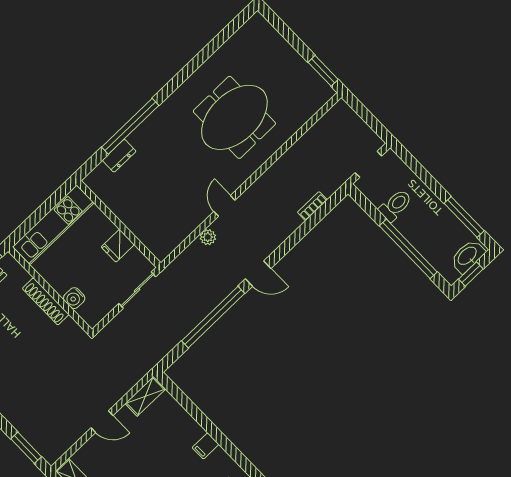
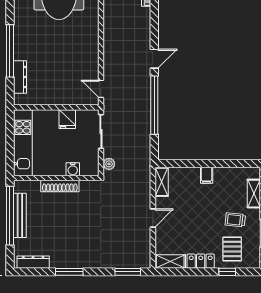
dresser: (119, 156) -> (20, 77), width x1.44
door: (224, 206) -> (101, 89), moved
plant: (208, 237) -> (109, 164), moved
filing cabinet: (206, 446) -> (207, 175), moved

